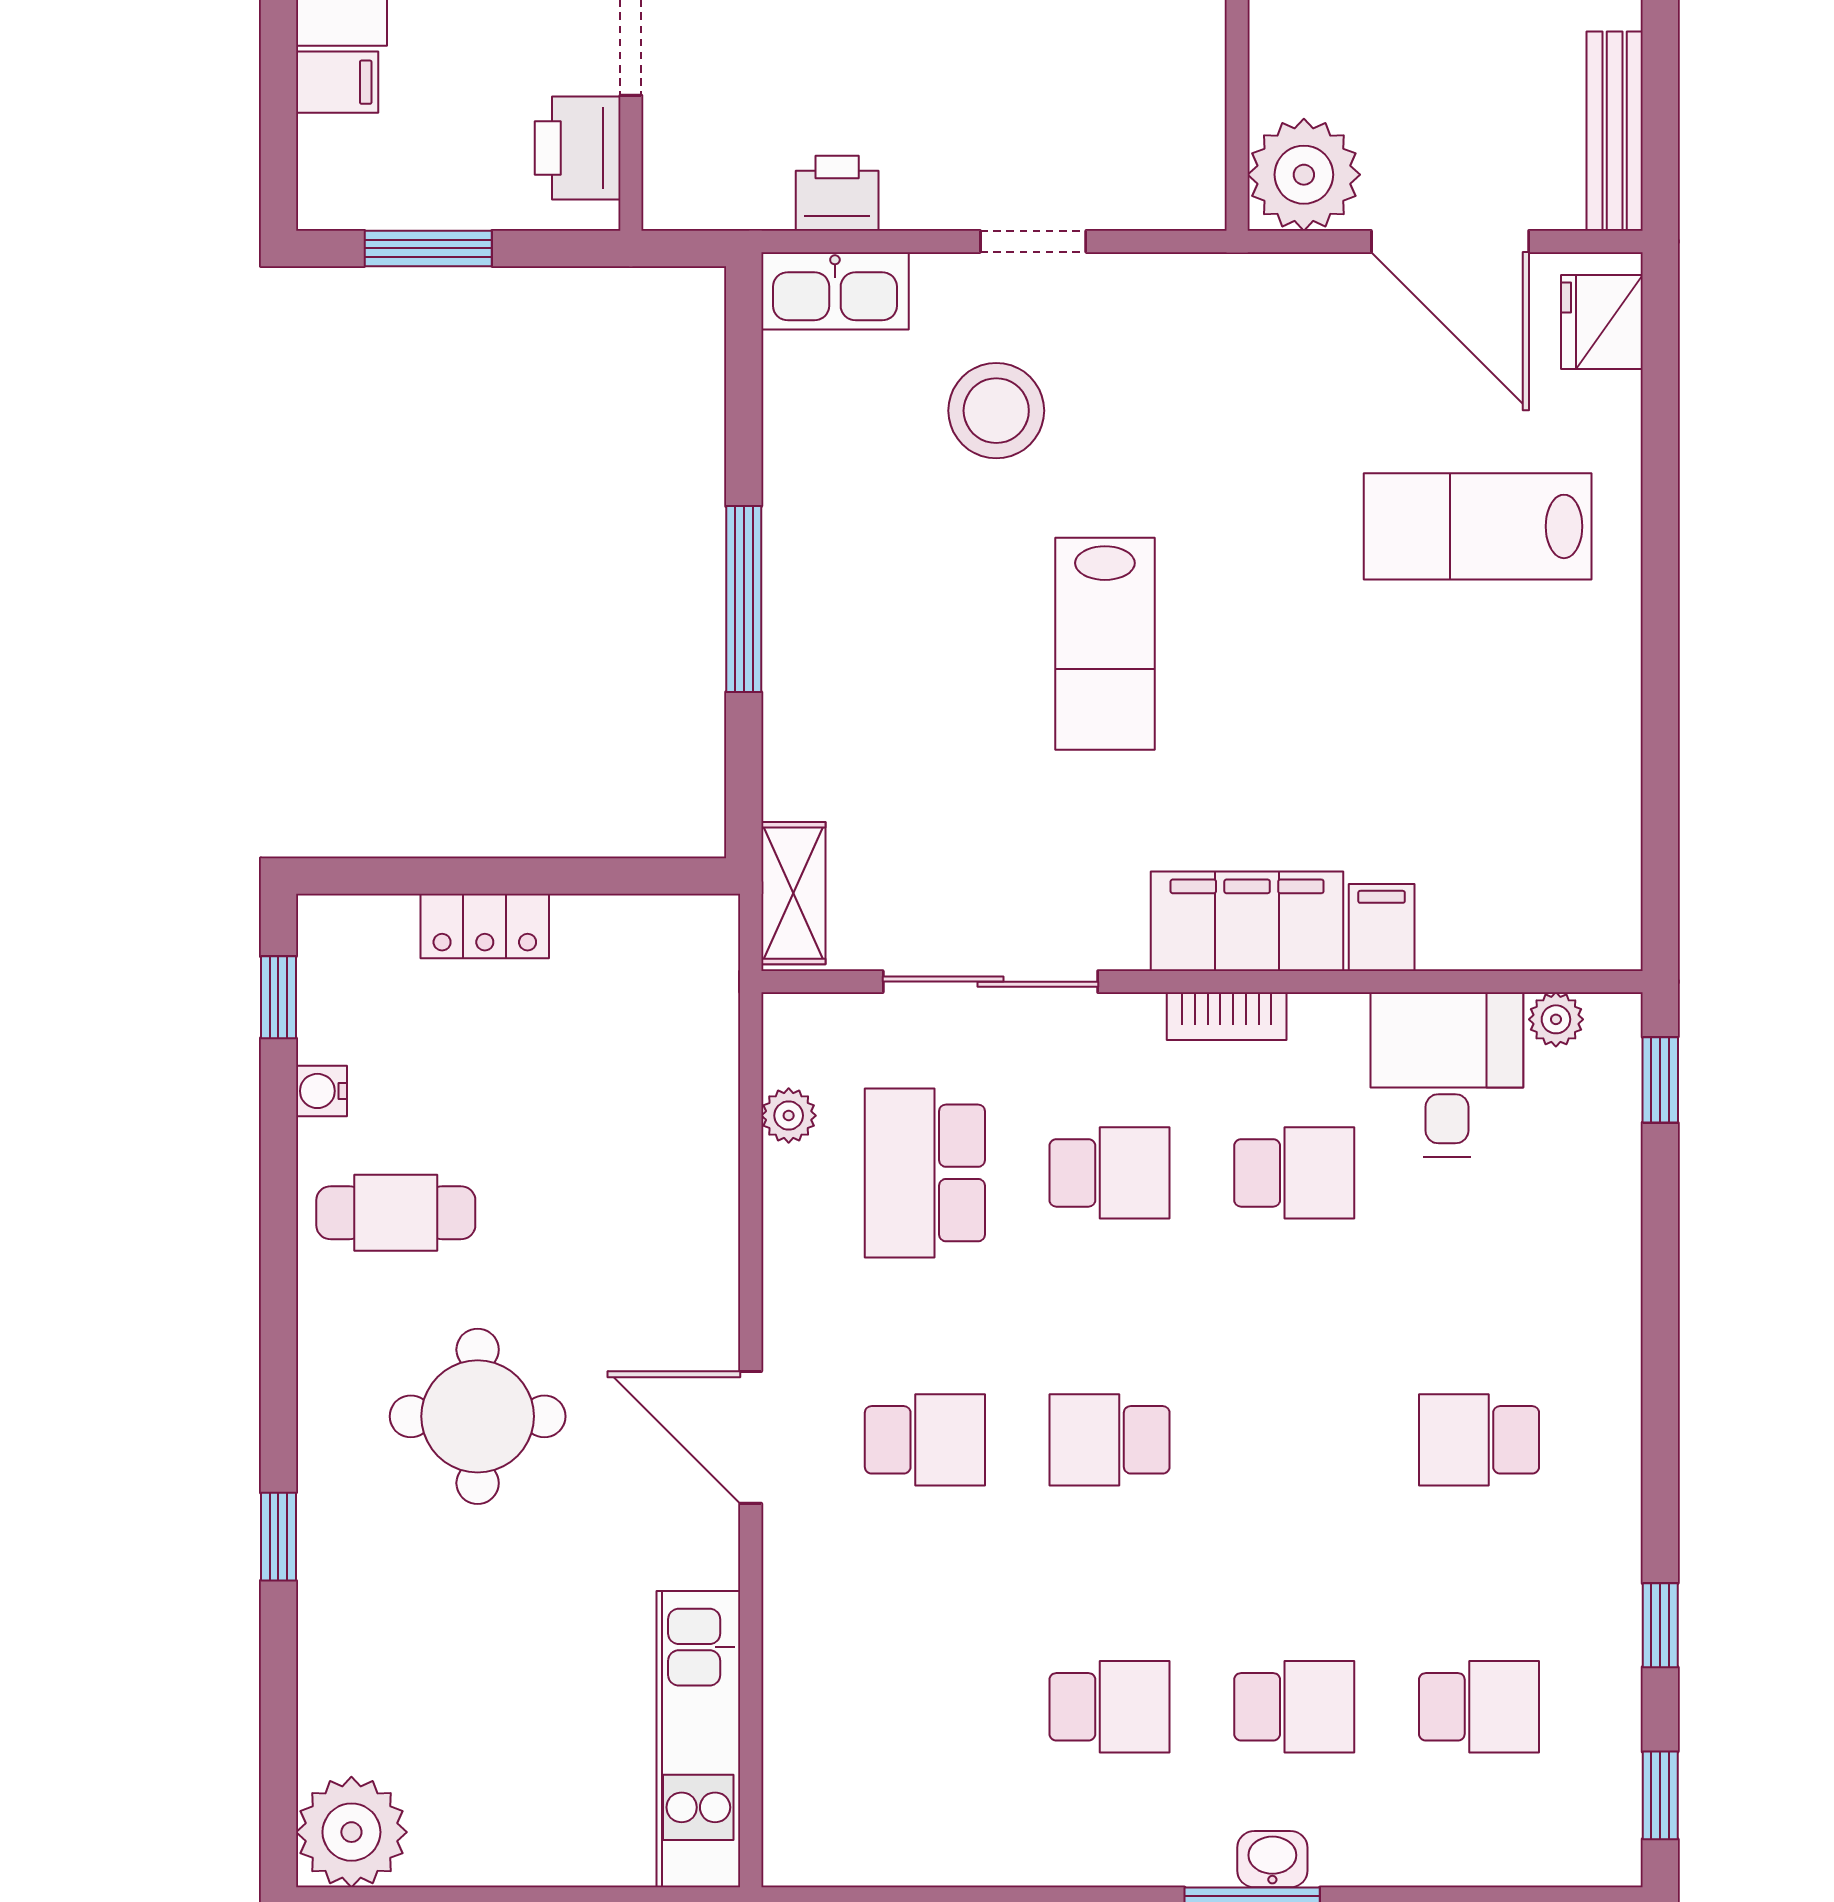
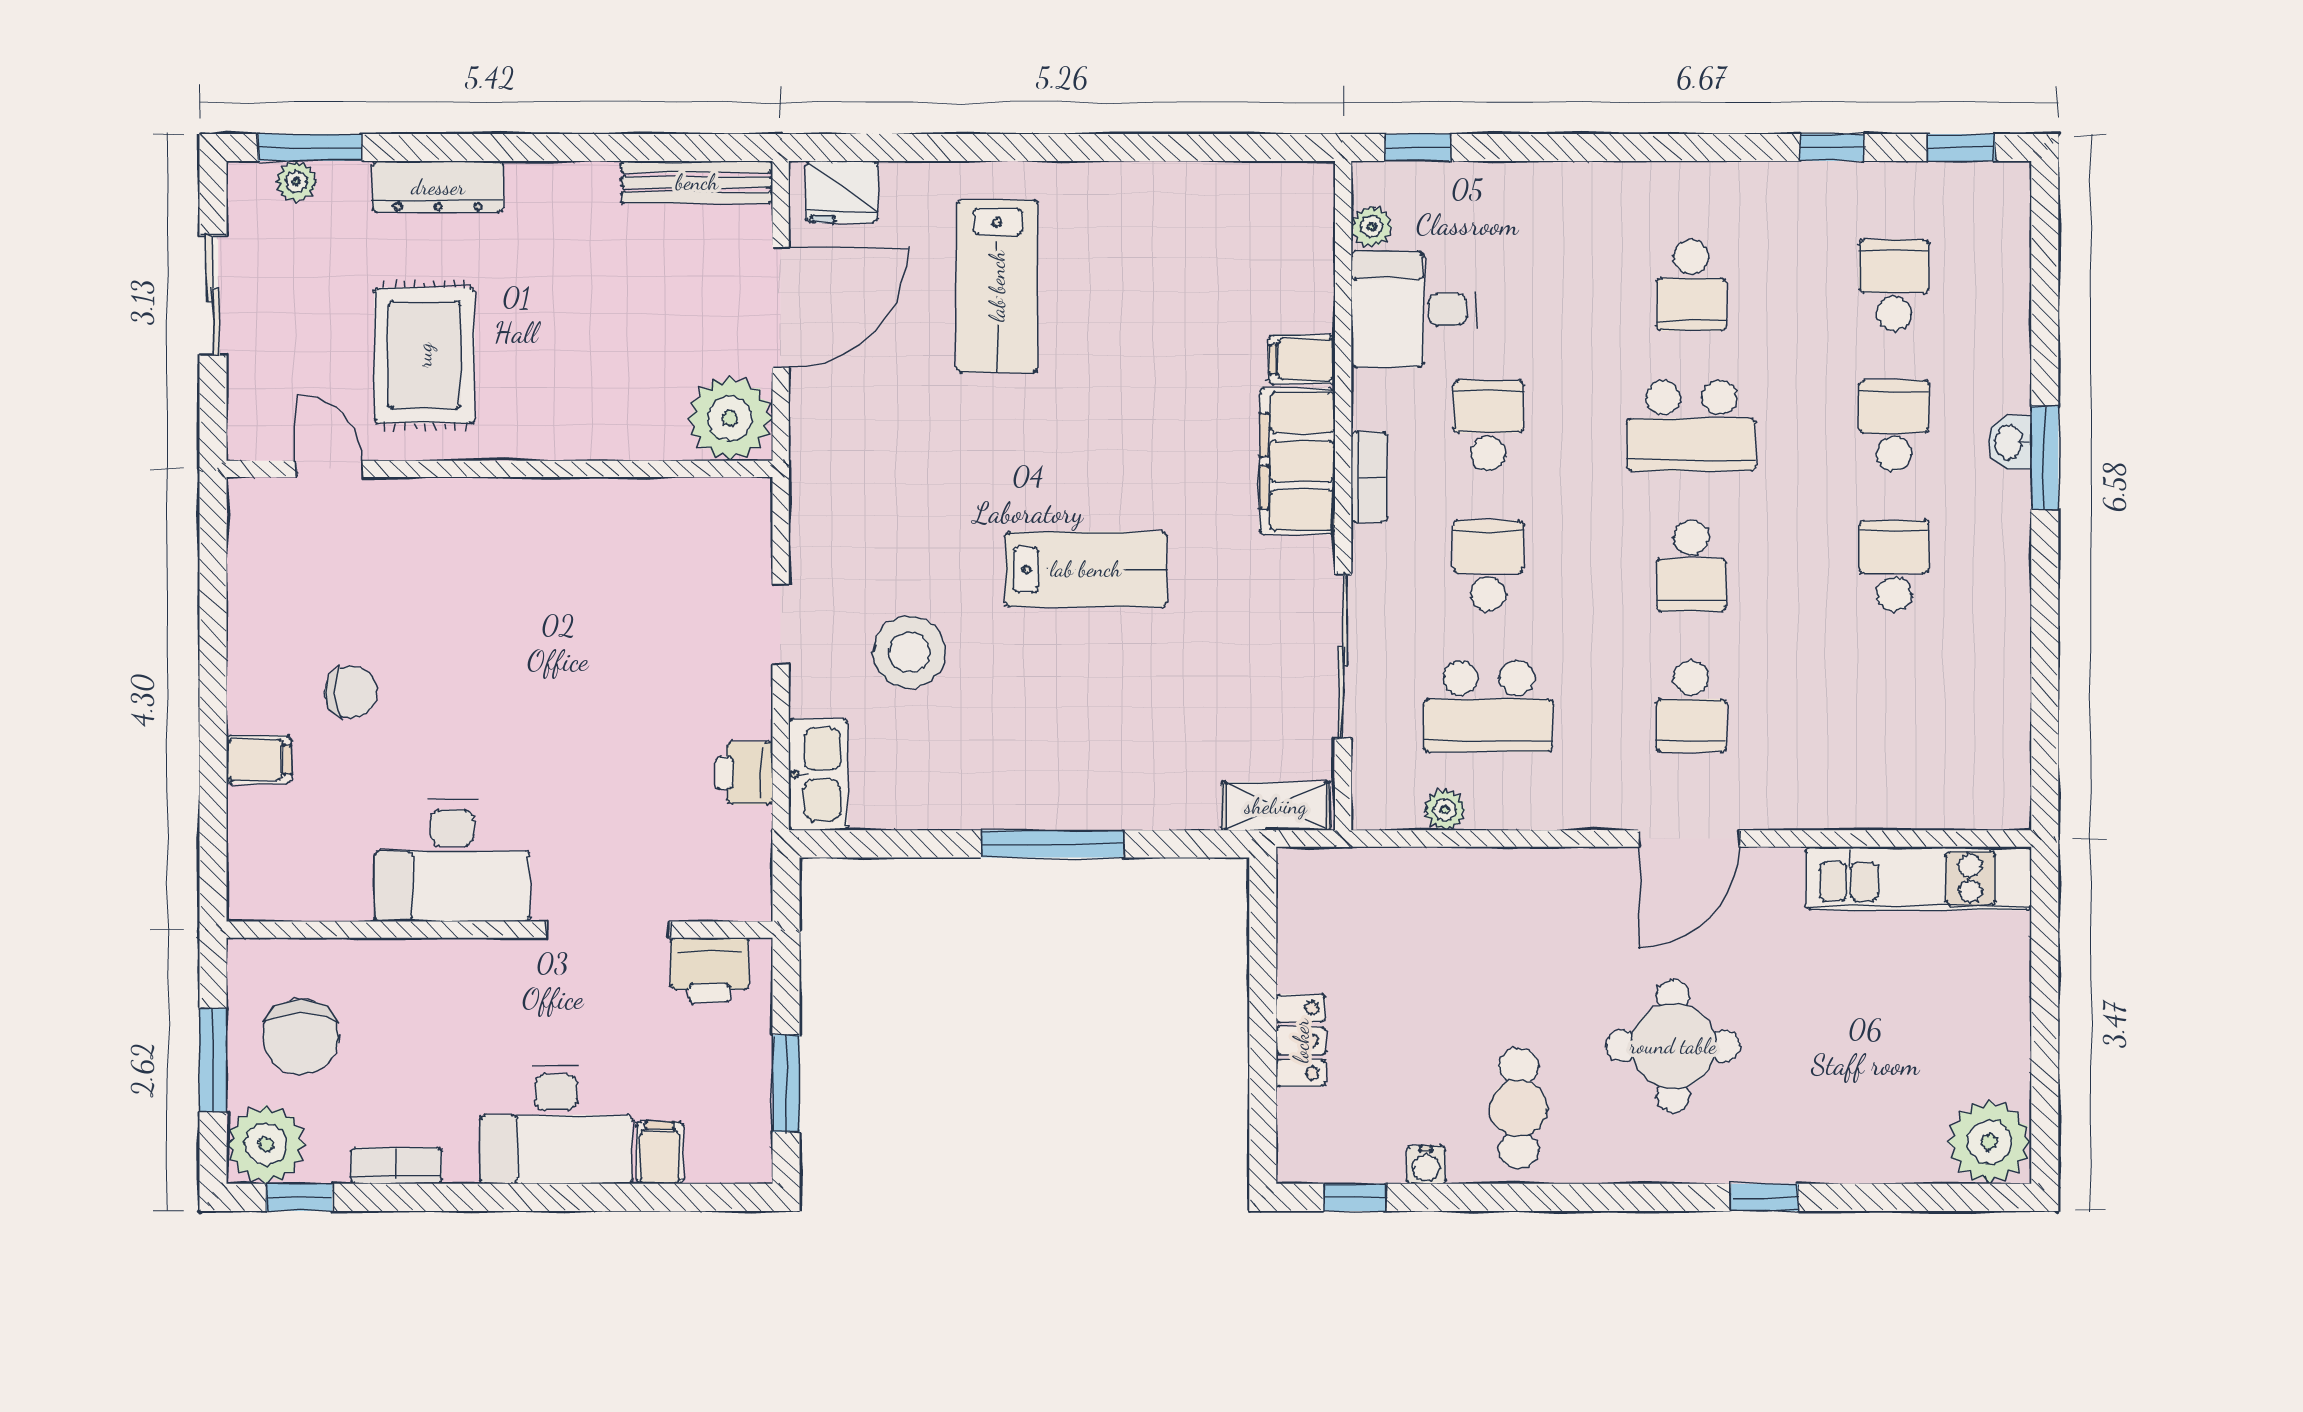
school desk: (925, 1440) -> (1691, 706), turned 180
school desk: (1294, 1440) -> (1691, 426), added

